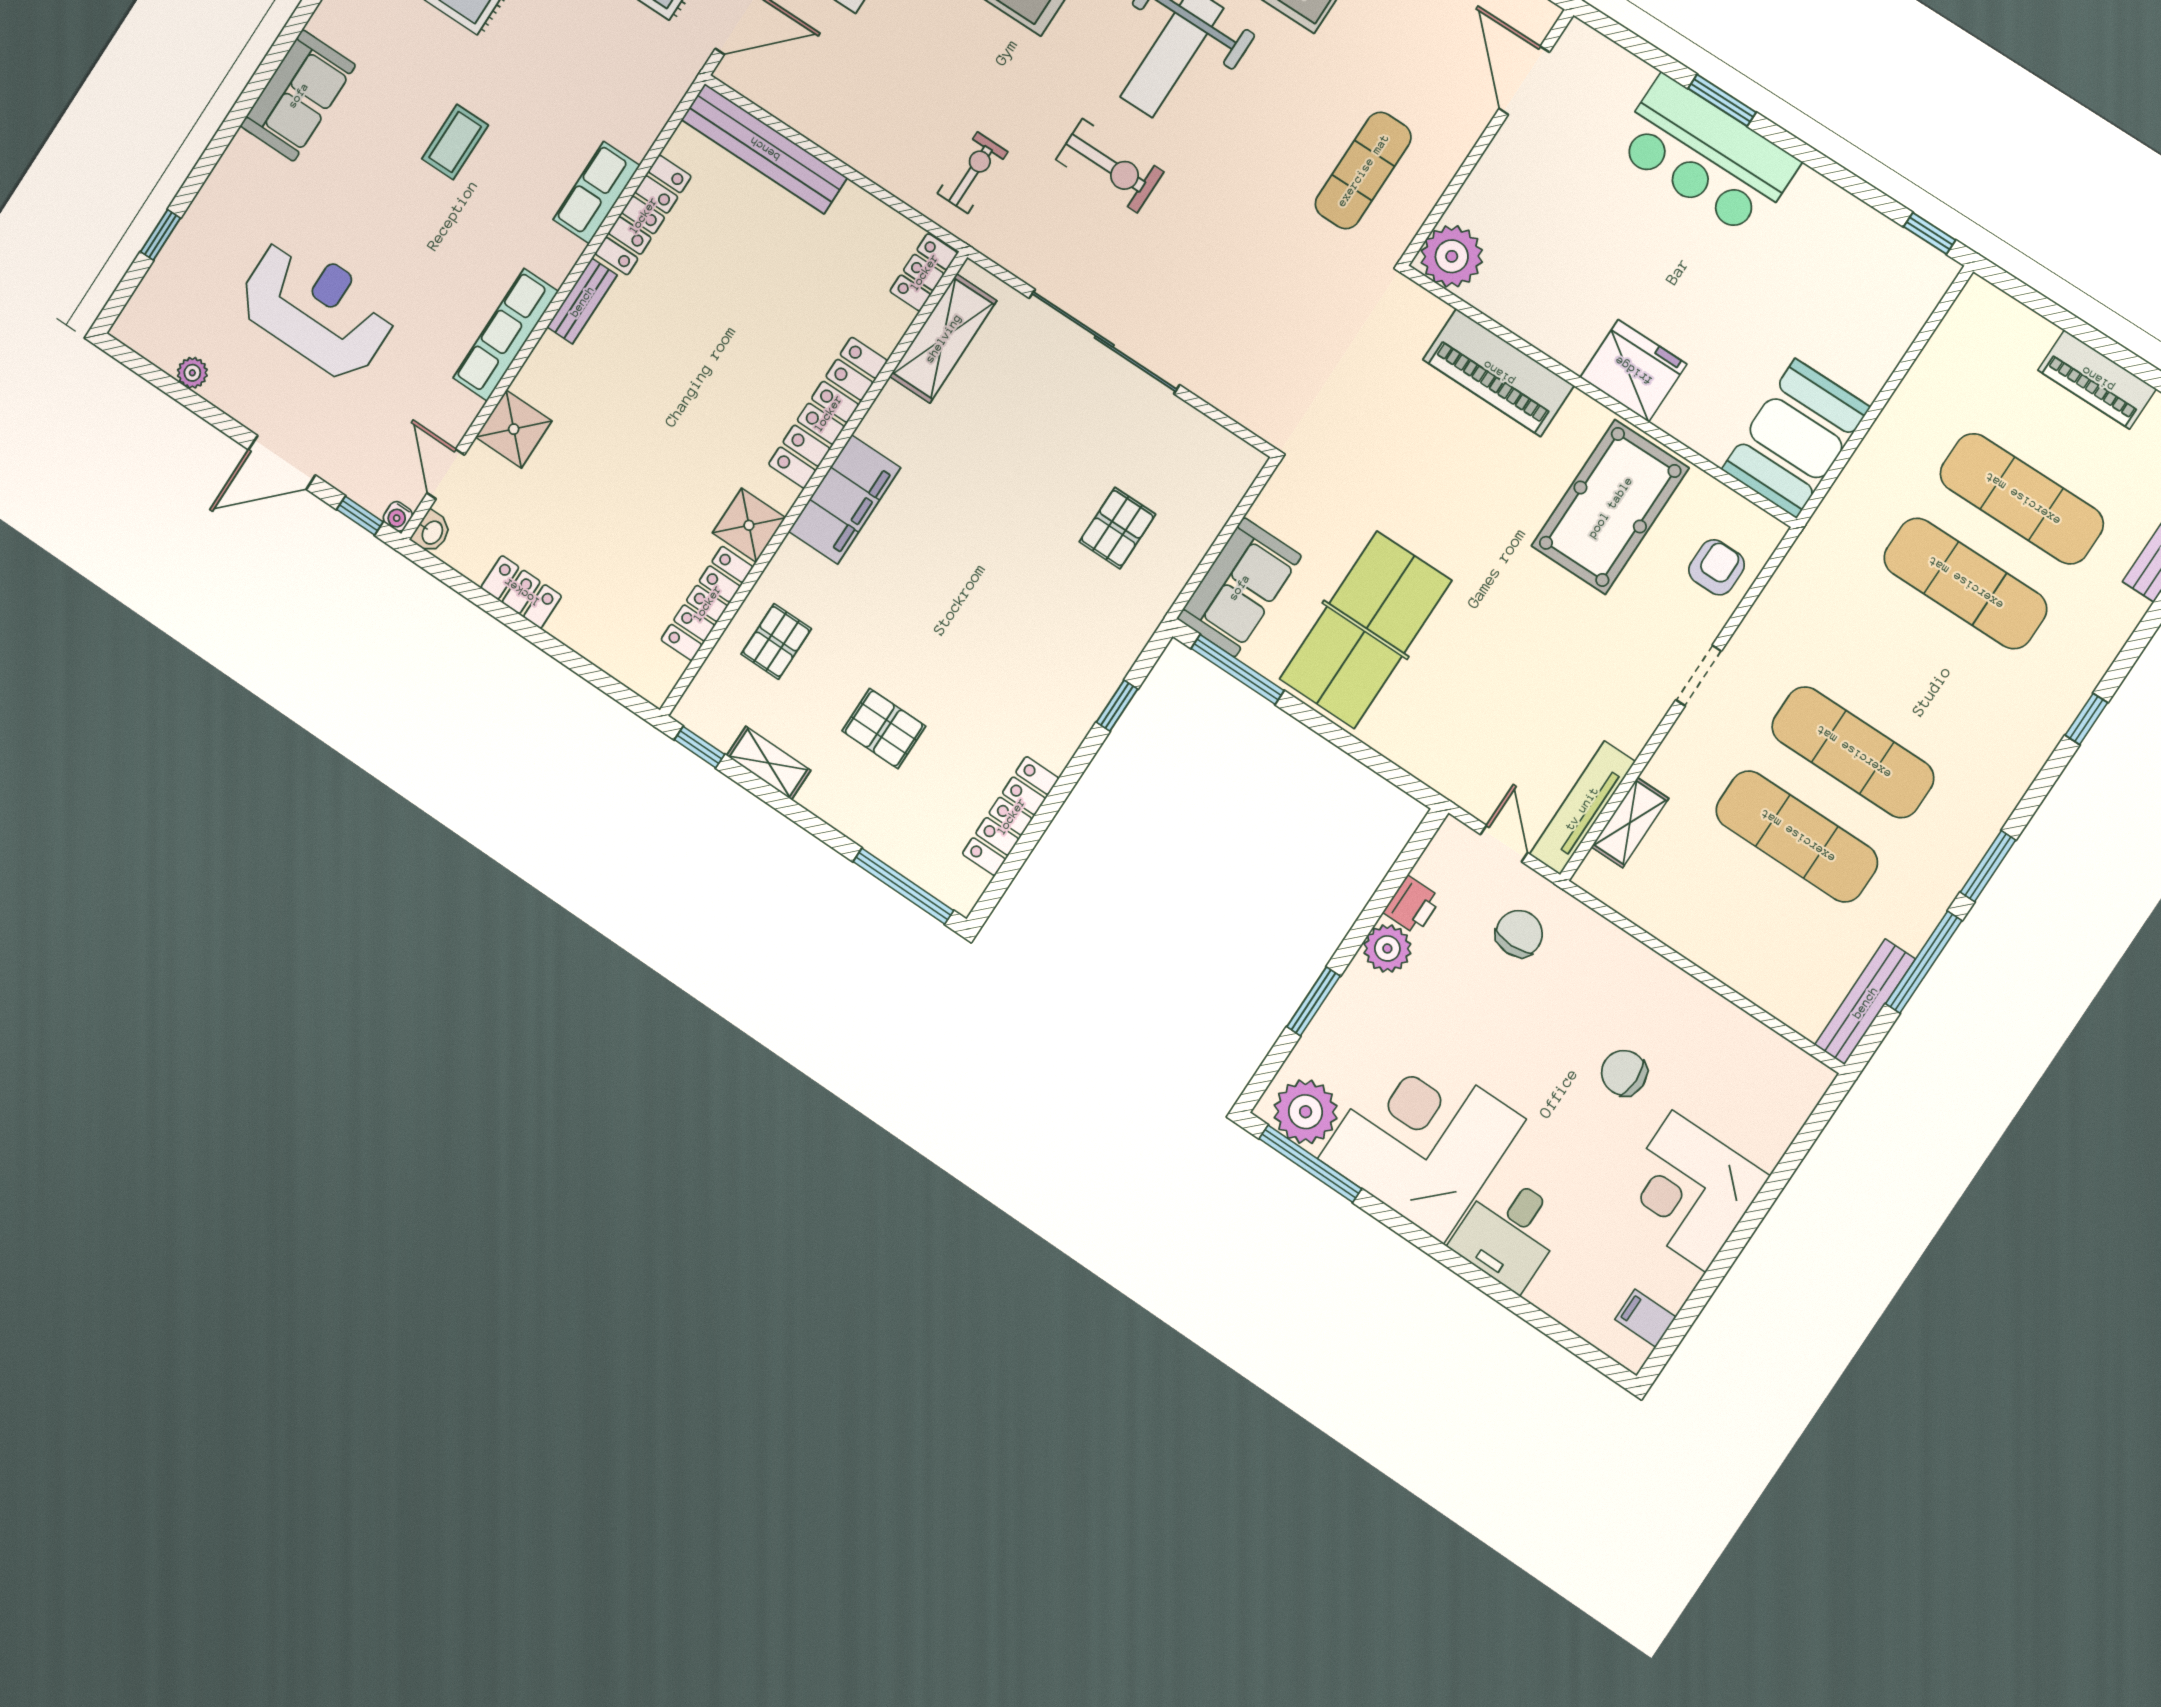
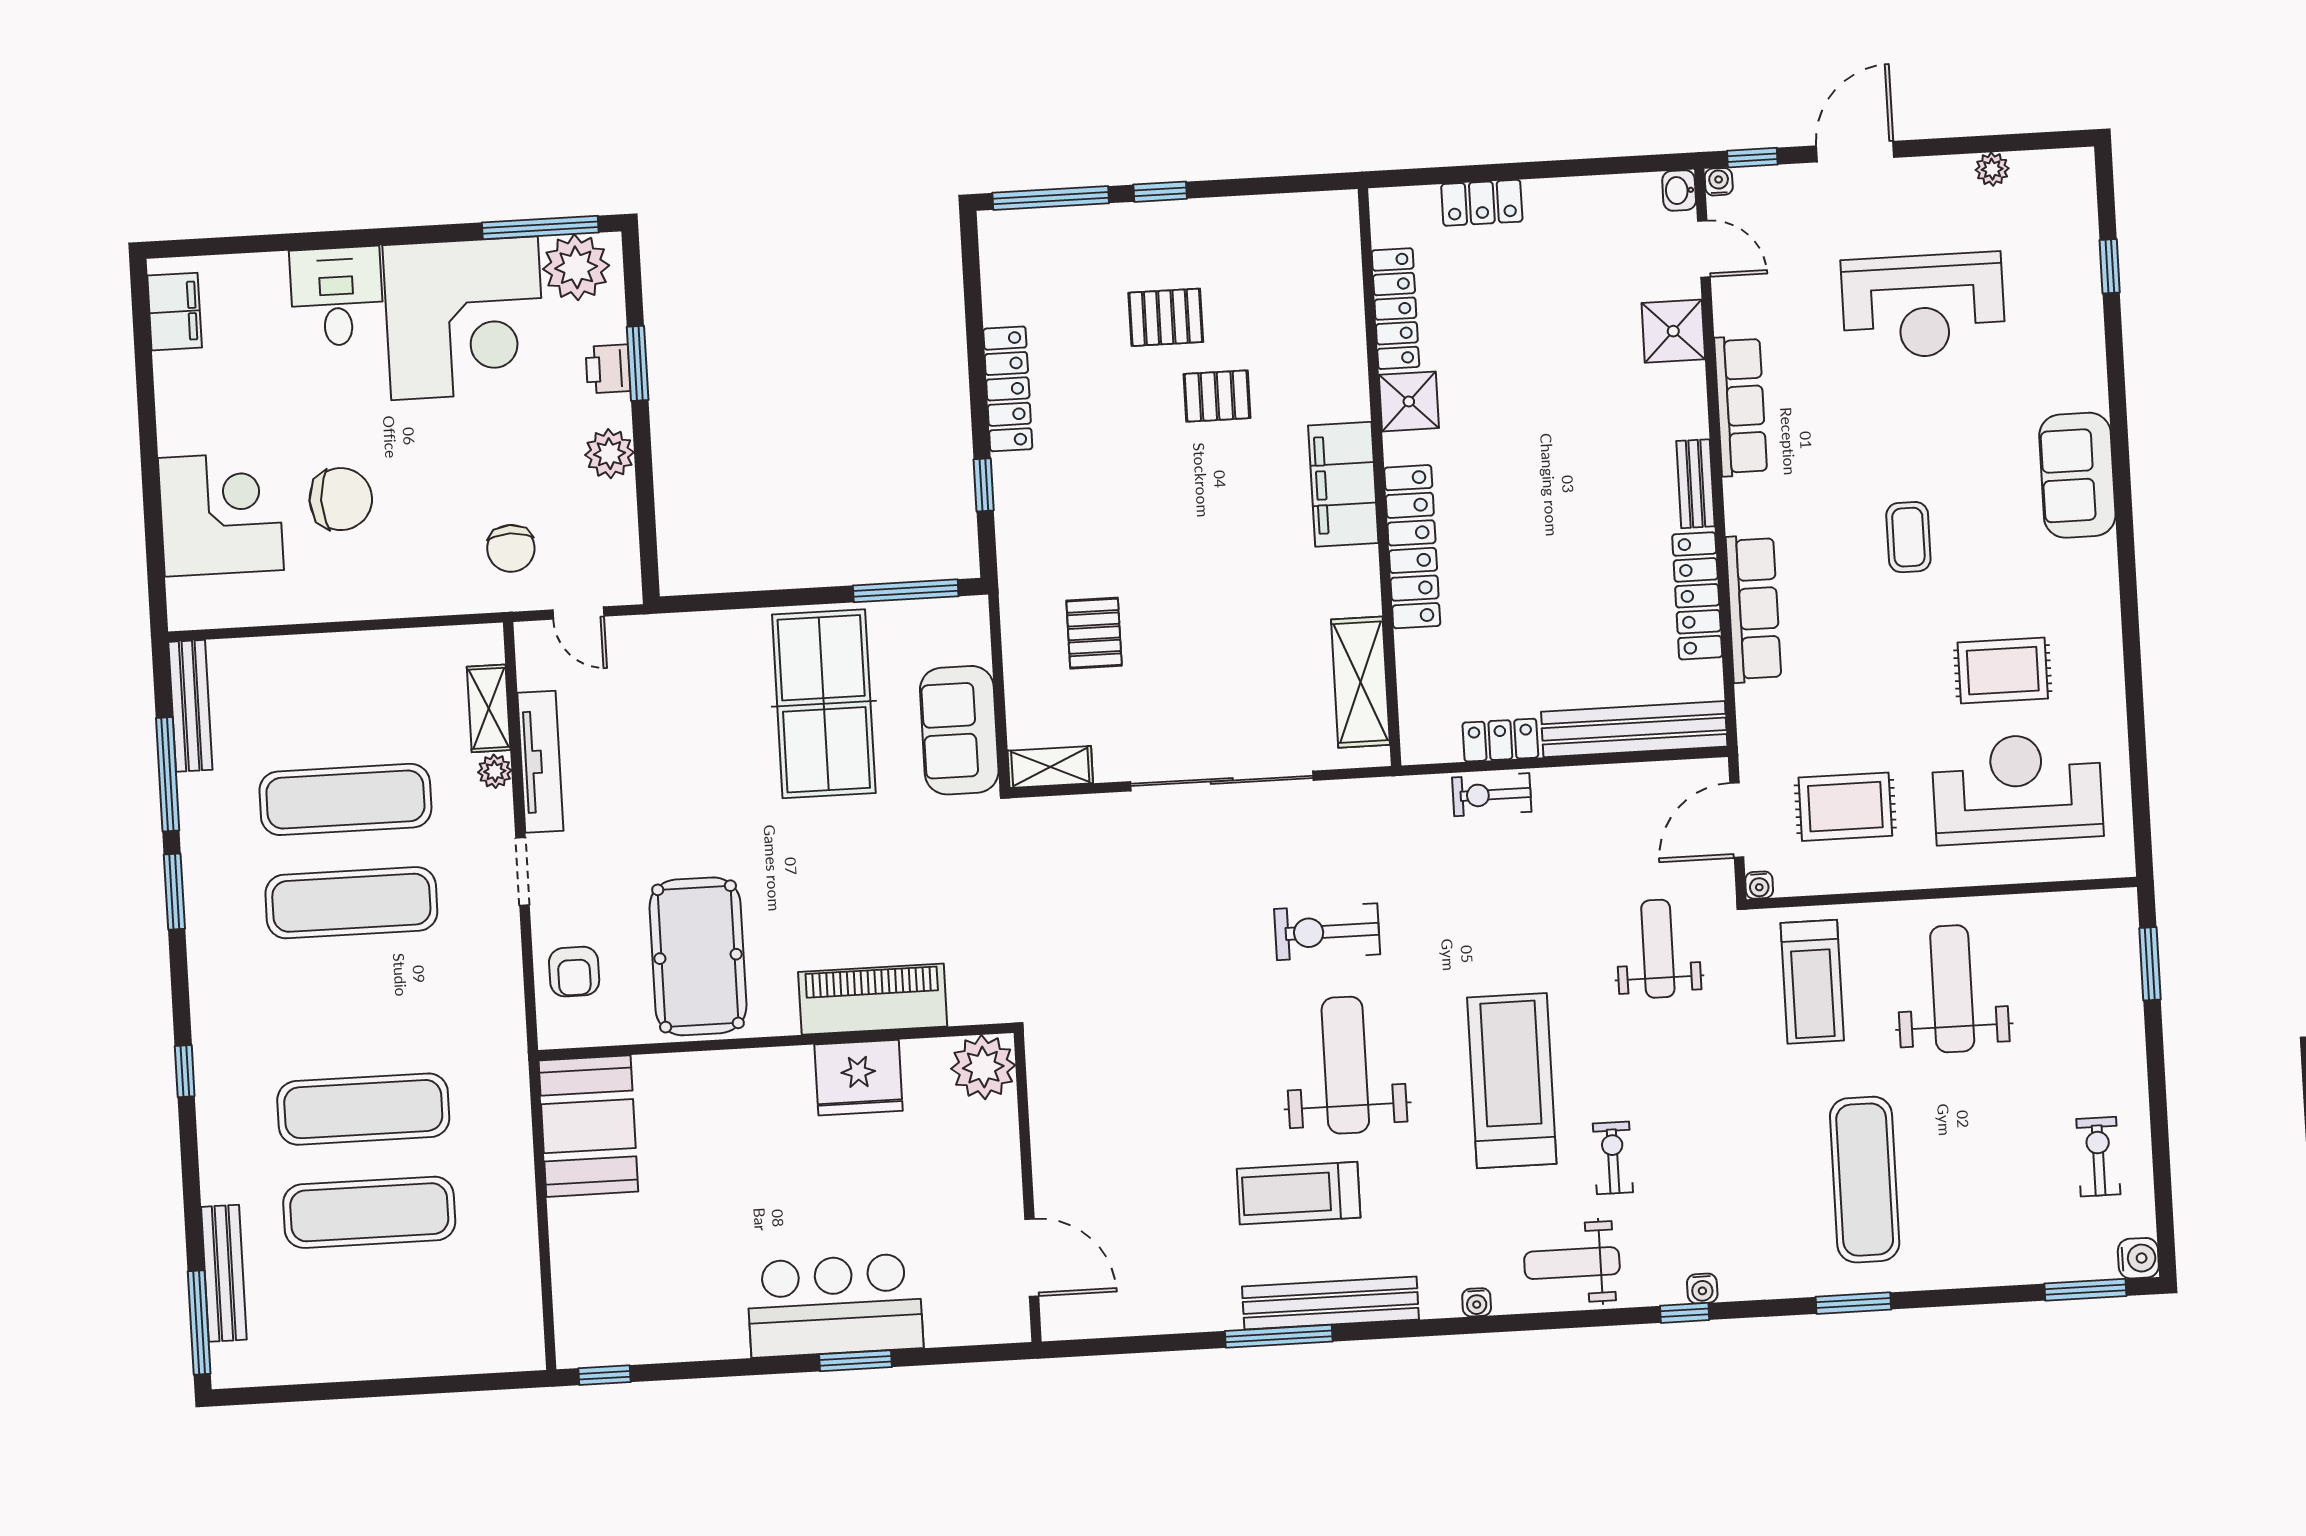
exercise mat: (1363, 170) -> (1110, 1084), removed
exercise bike: (973, 173) -> (1492, 795), moved, turned 90
row of seats: (596, 193) -> (1753, 609), width x1.48
locker: (924, 272) -> (1500, 740), moved, turned -90
fridge: (1633, 371) -> (859, 1078), moved
piano: (2097, 379) -> (381, 1355), removed
sofa: (1239, 587) -> (959, 730), moved
locker: (521, 592) -> (1482, 203), moved
pallet: (776, 641) -> (1217, 396), moved, turned 90
window: (699, 747) -> (1160, 192), moved
shelving: (769, 763) -> (1050, 767), moved
plant: (1662, 770) -> (495, 771), added
tv unit: (1582, 808) -> (540, 762), moved
locker: (1011, 816) -> (1008, 389), moved
printer: (1412, 905) -> (608, 369), moved
chair: (1624, 1073) -> (341, 499), width x1.37, depth x1.37
corner desk: (1689, 1191) -> (221, 514), moved
filing cabinet: (1645, 1318) -> (175, 312), width x2.00

